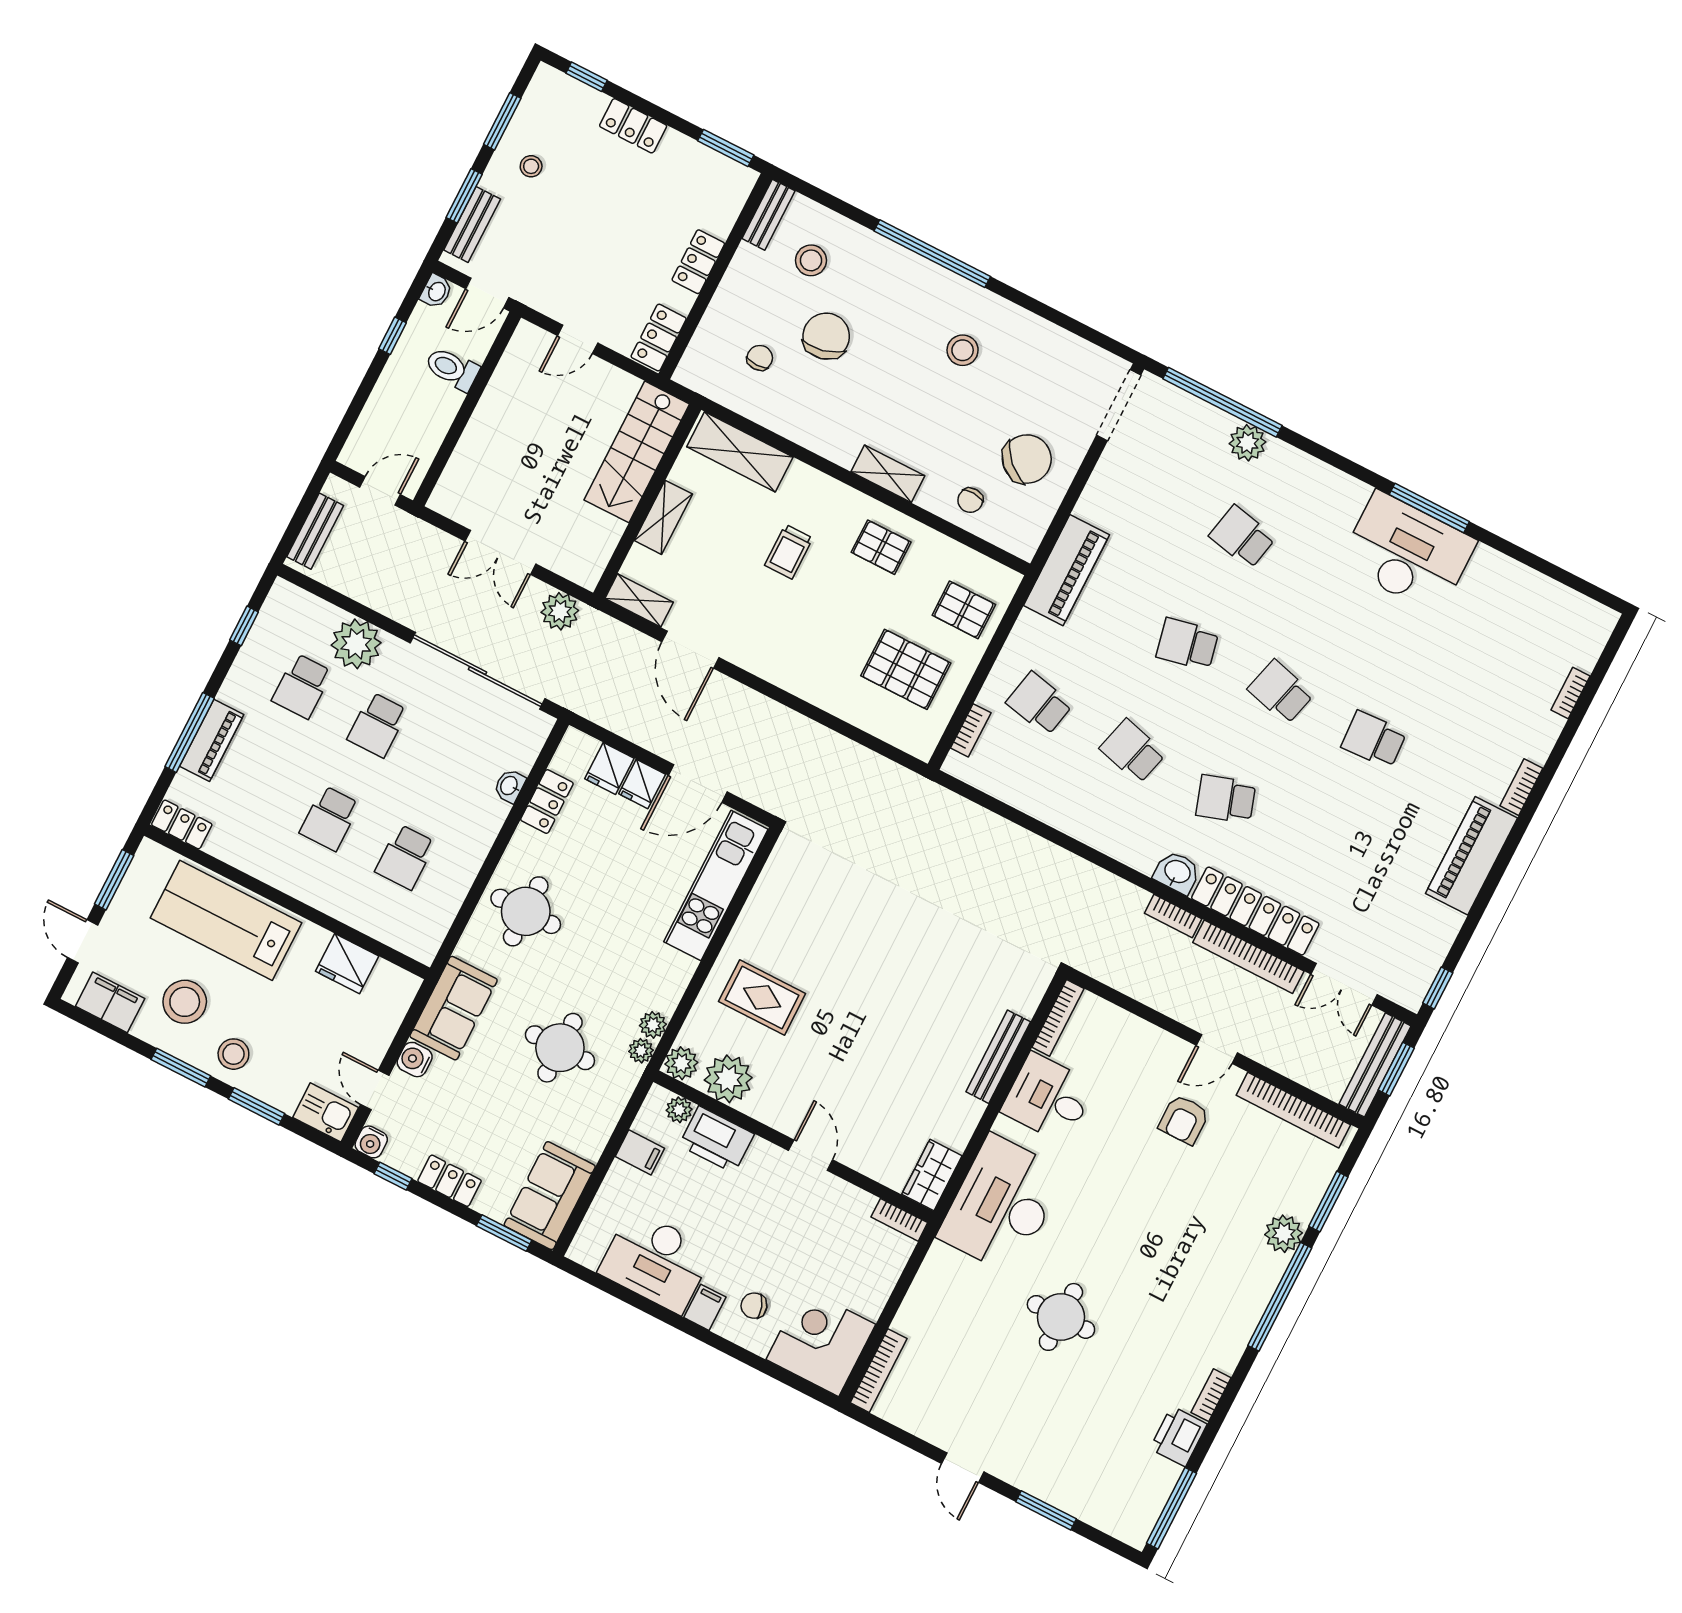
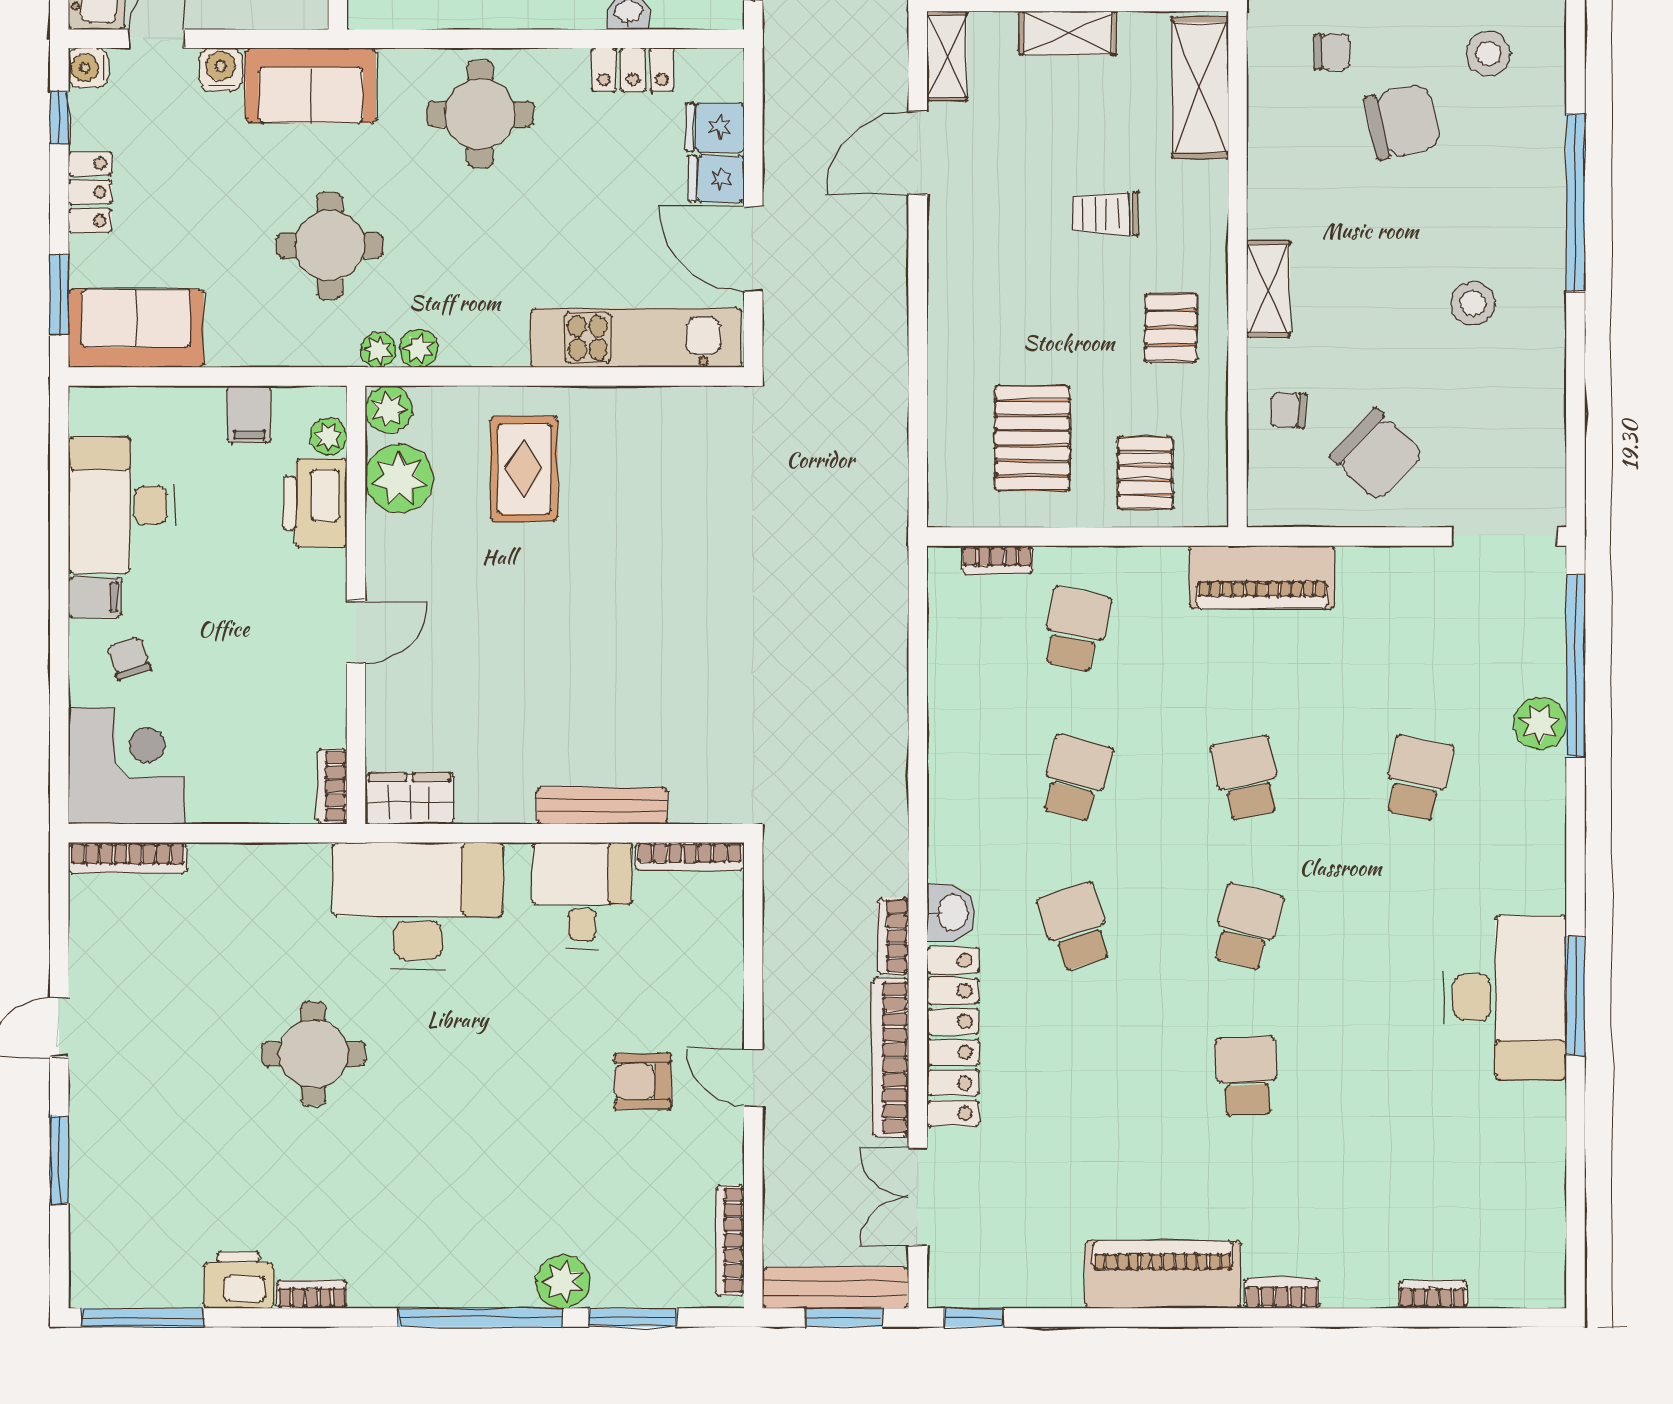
bookcase: (1293, 1110) -> (730, 1240), width x0.68, depth x0.76

